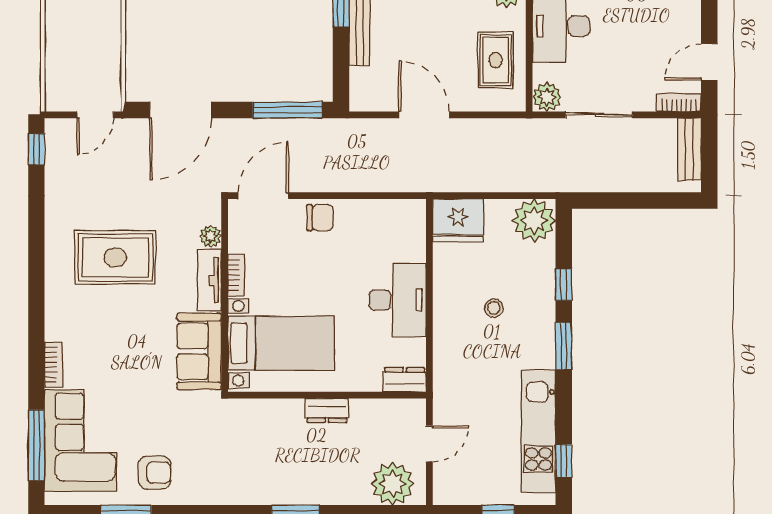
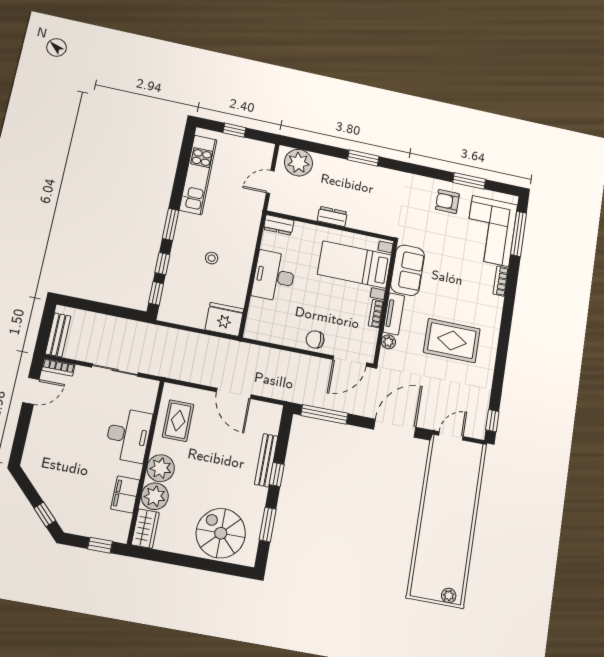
plant: (547, 97) -> (148, 389), removed
plant: (534, 220) -> (174, 309), removed
window: (564, 461) -> (156, 293), moved

